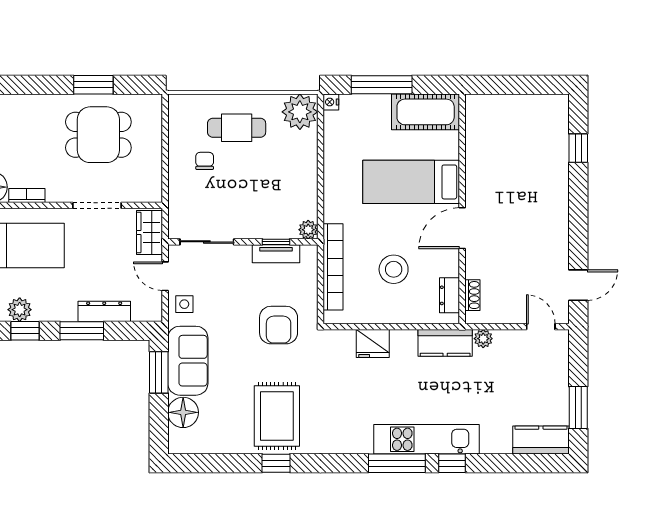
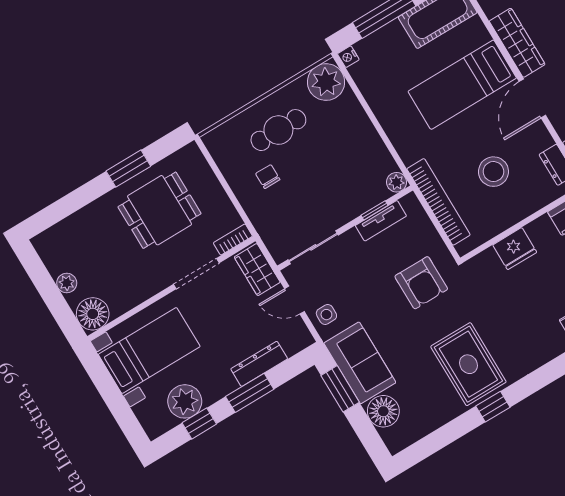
wardrobe: (477, 175) -> (517, 43), added
bookcase: (27, 195) -> (233, 240), moved
plant: (20, 310) -> (185, 401), width x1.36, depth x1.36

